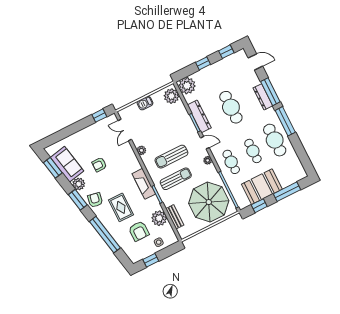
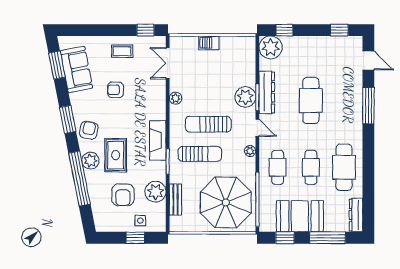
window: (203, 63) -> (284, 30), moved
plant: (171, 96) -> (245, 97), moved
dresser: (263, 97) -> (356, 215), moved
window: (285, 121) -> (368, 151), removed
coffee table: (91, 137) -> (122, 51), added
plant: (79, 184) -> (90, 161), moved
window: (151, 260) -> (135, 238), moved

